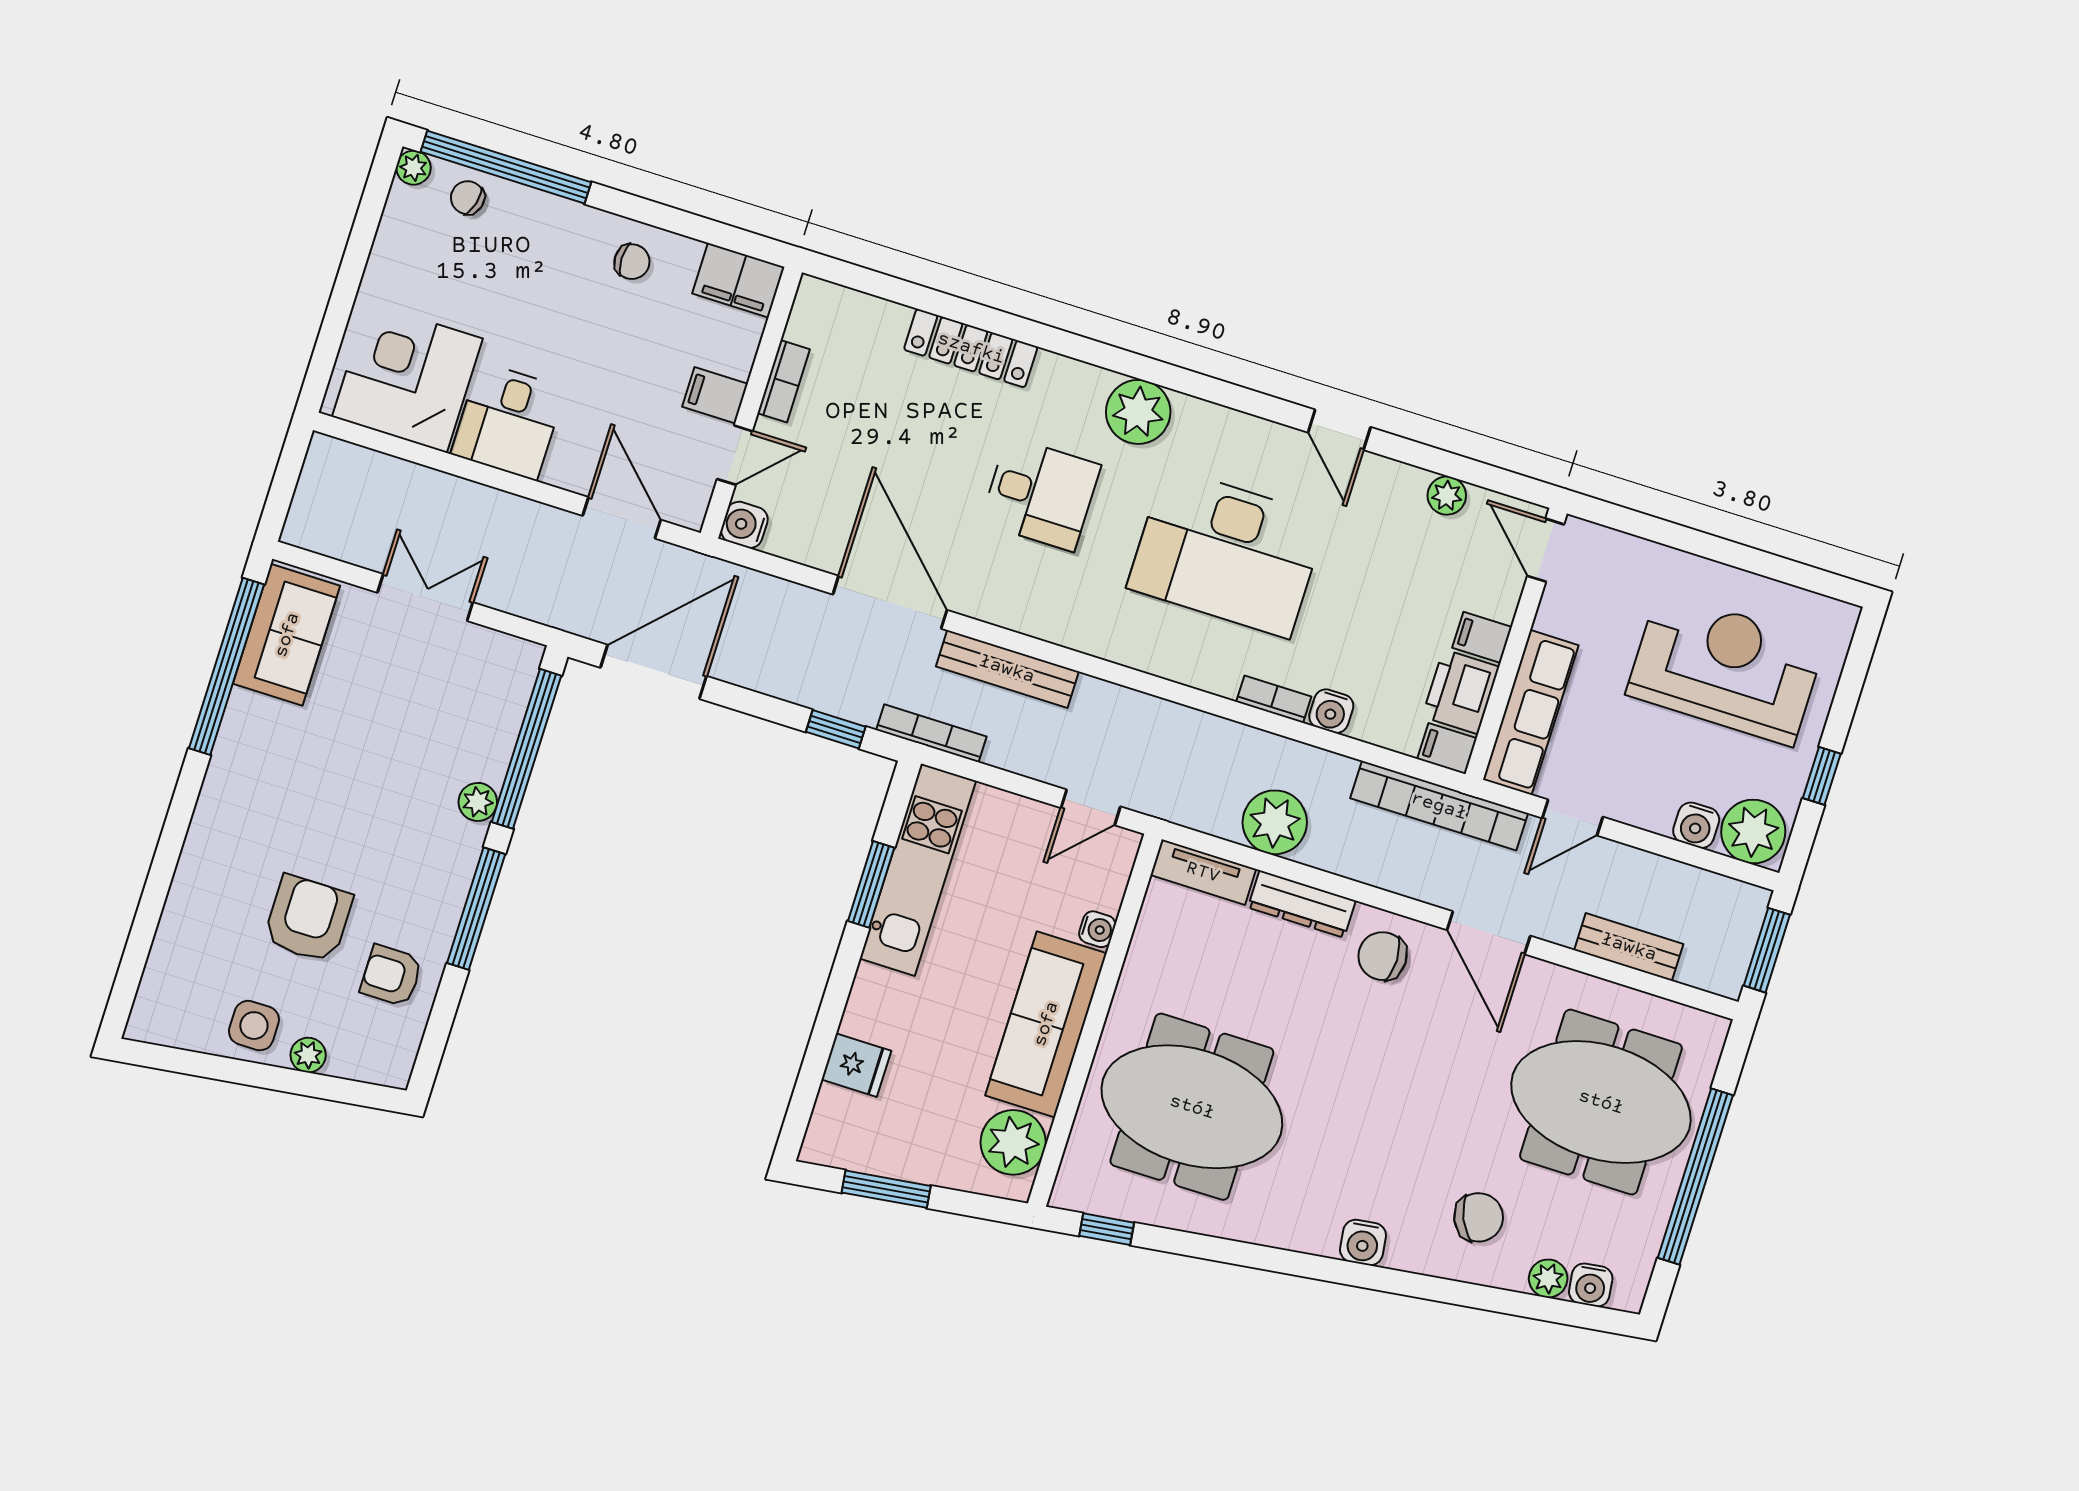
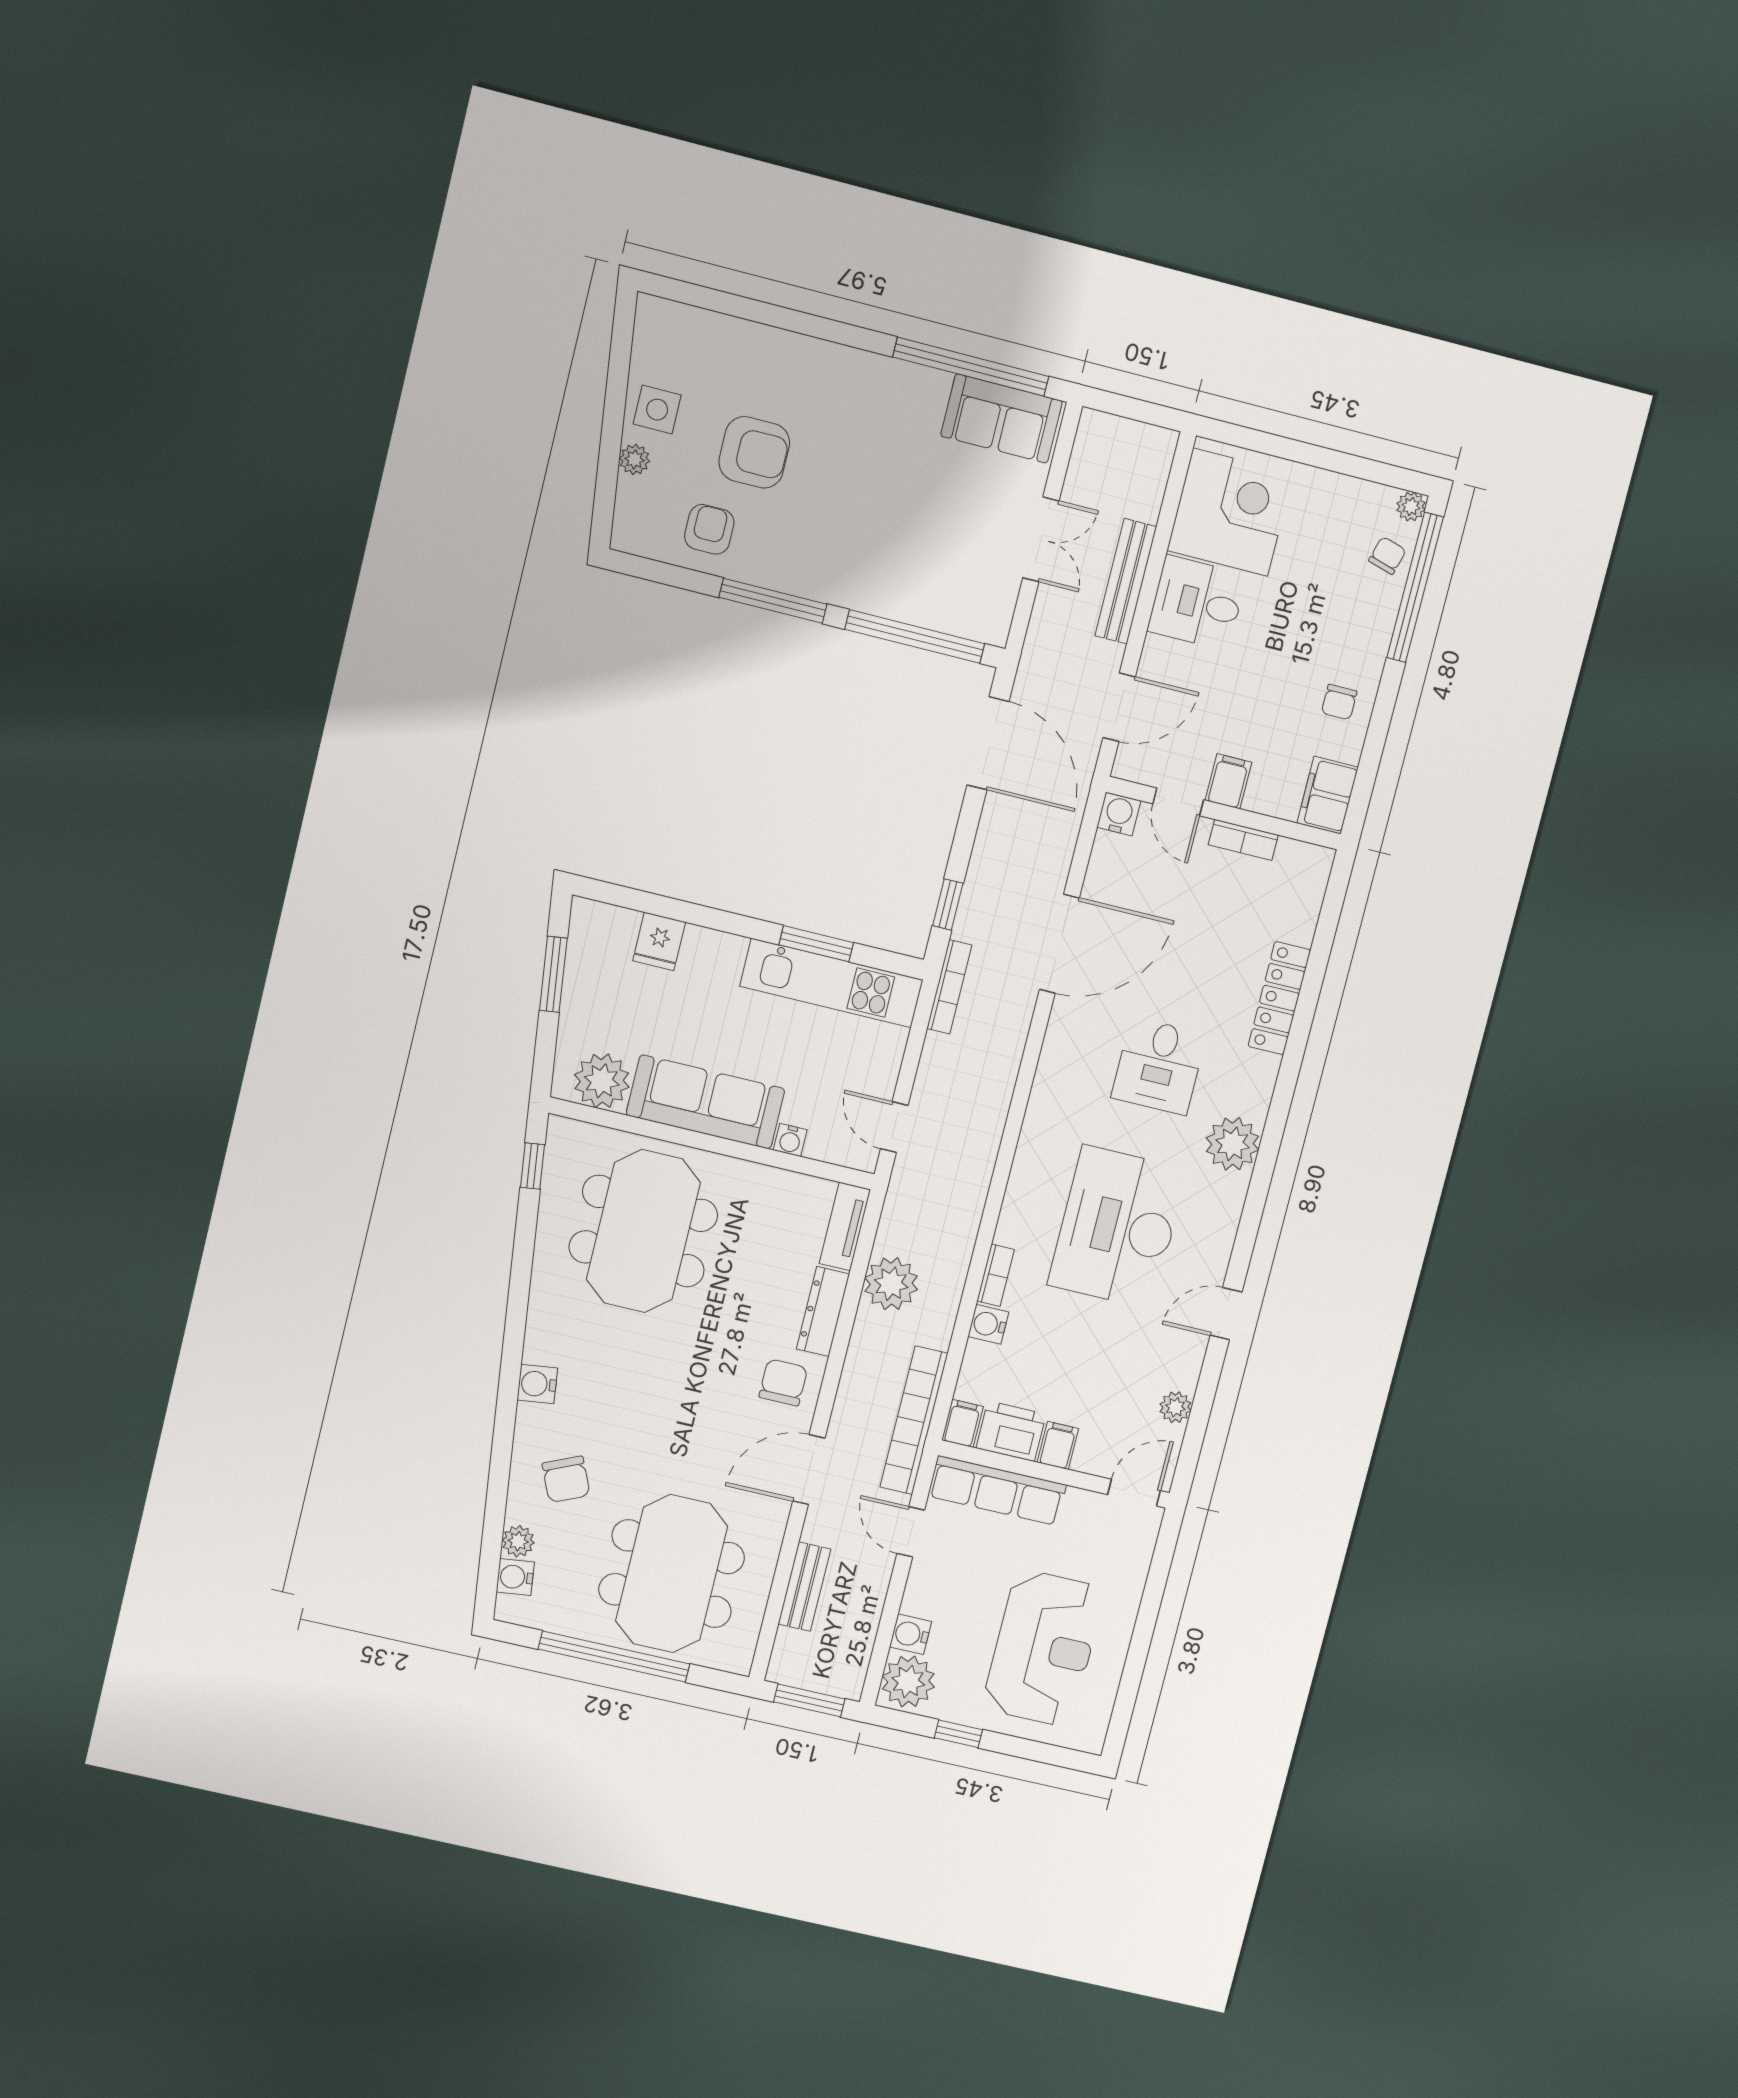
bench: (1007, 669) -> (1126, 581), moved
plant: (478, 802) -> (866, 597), removed

